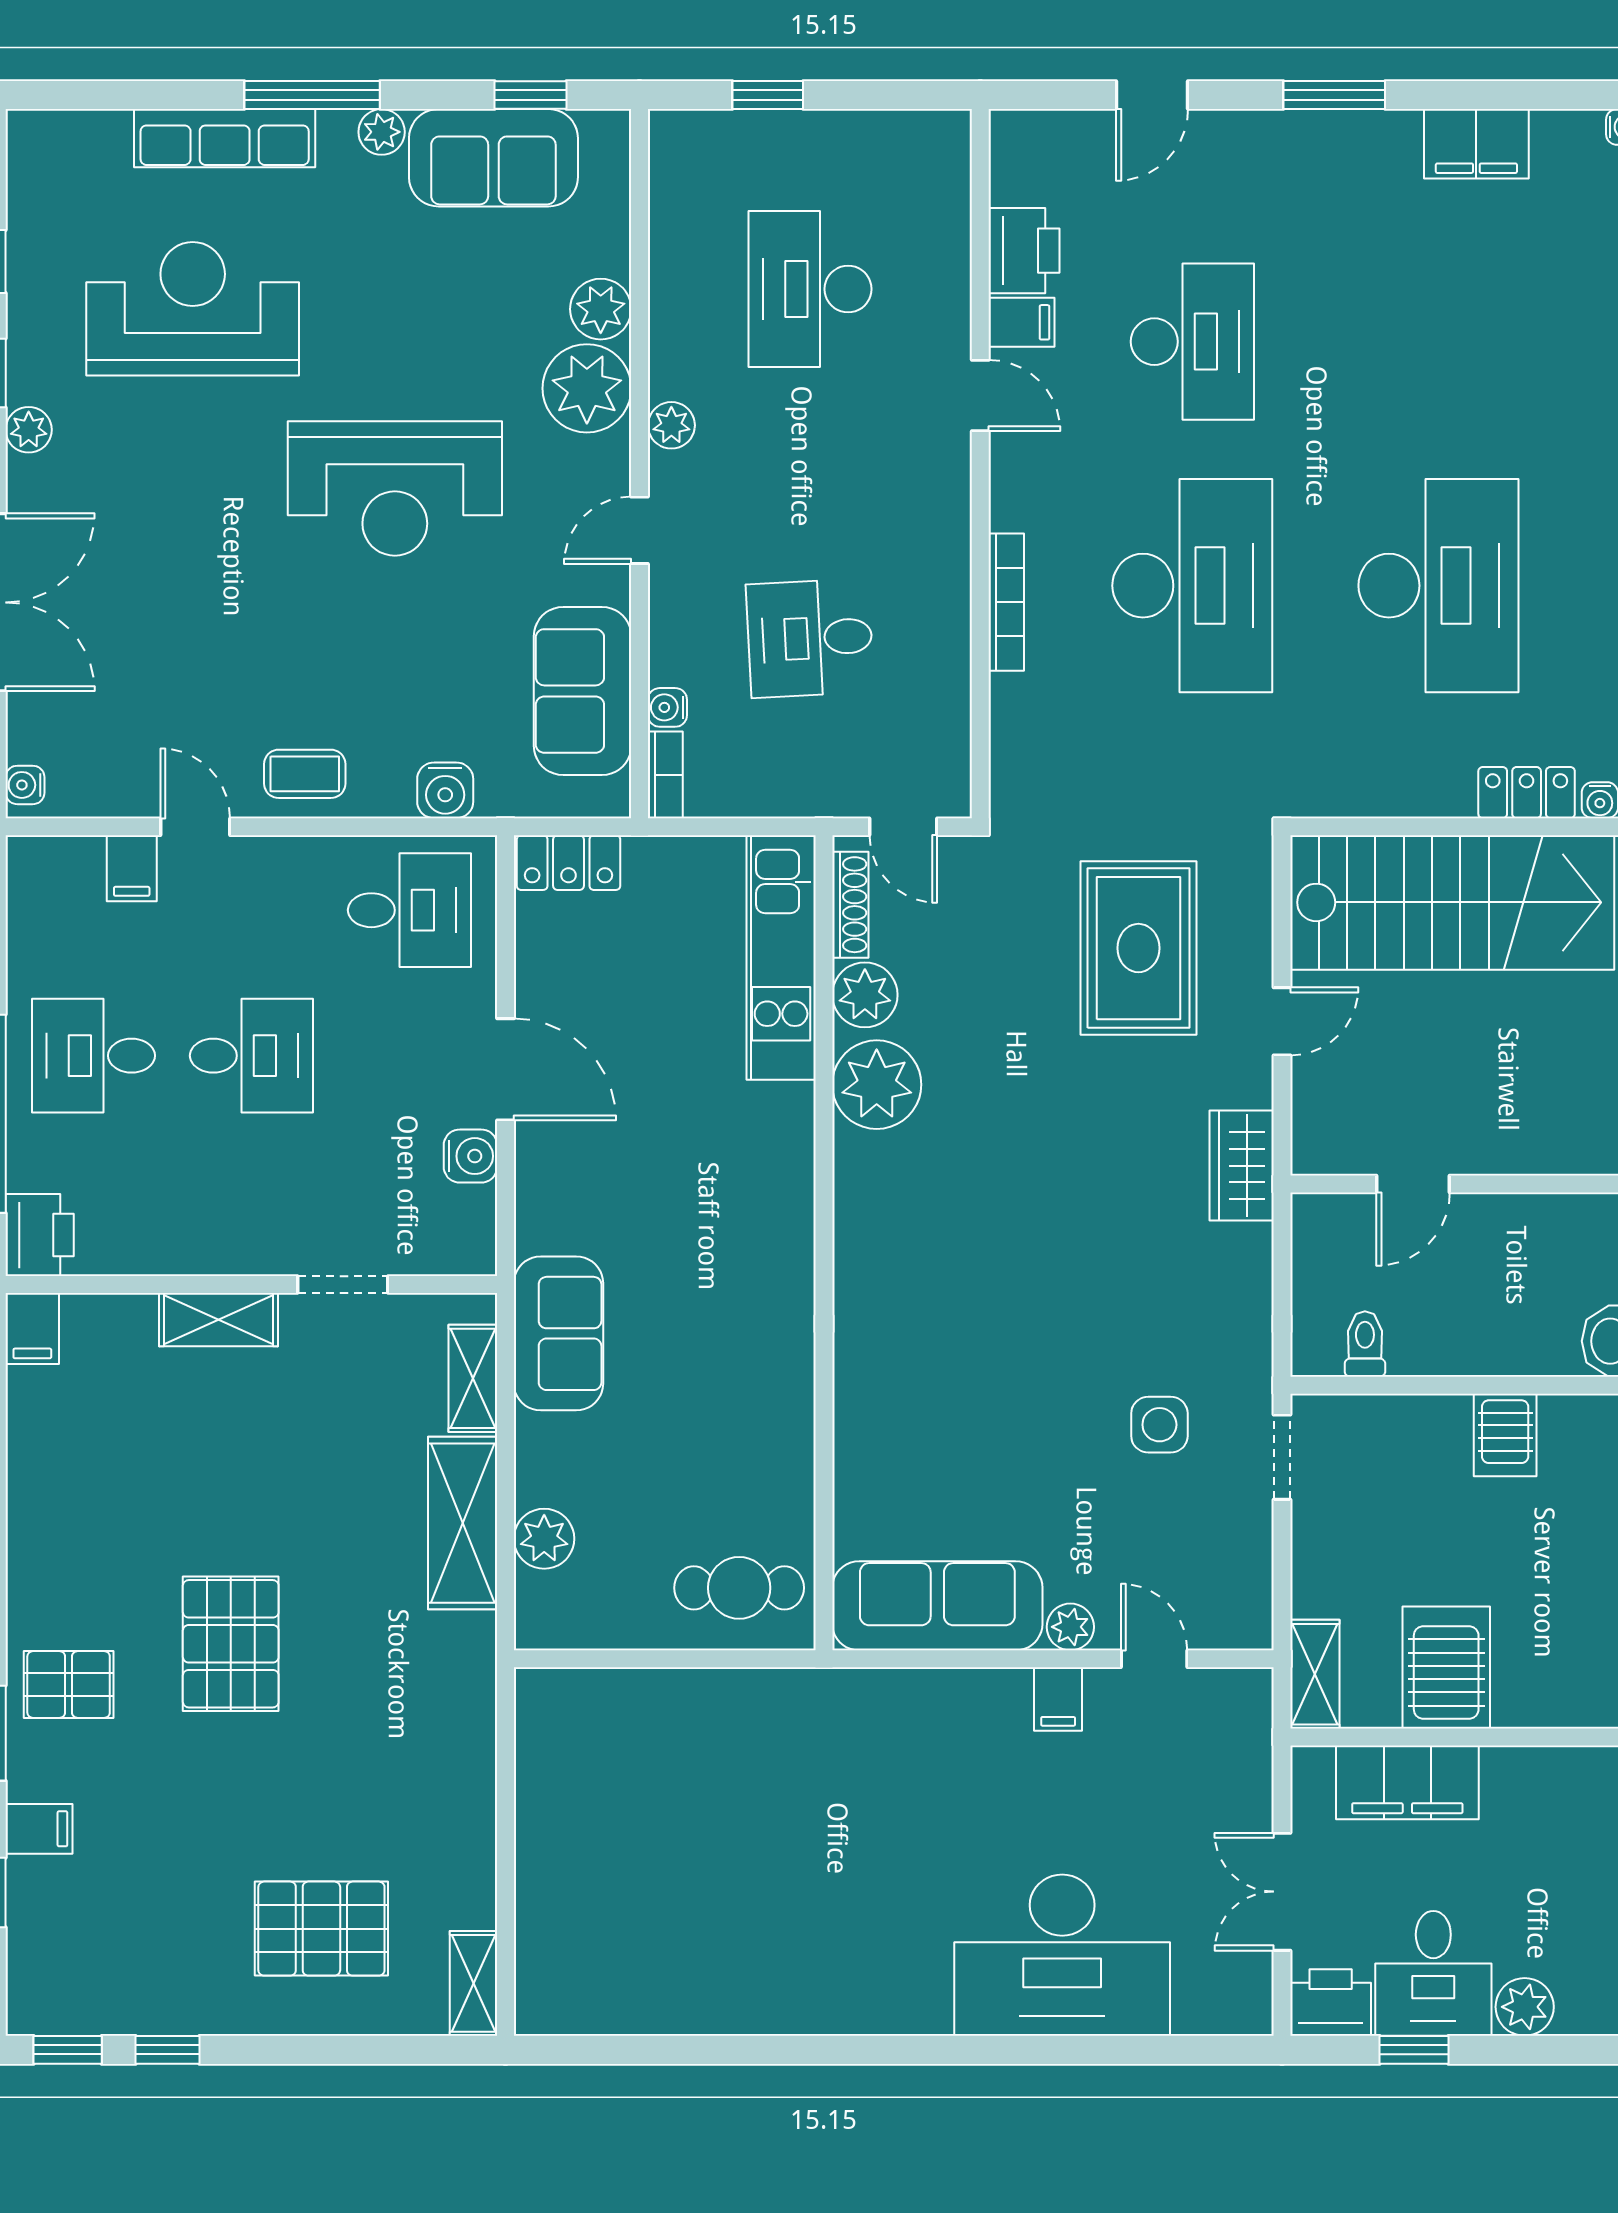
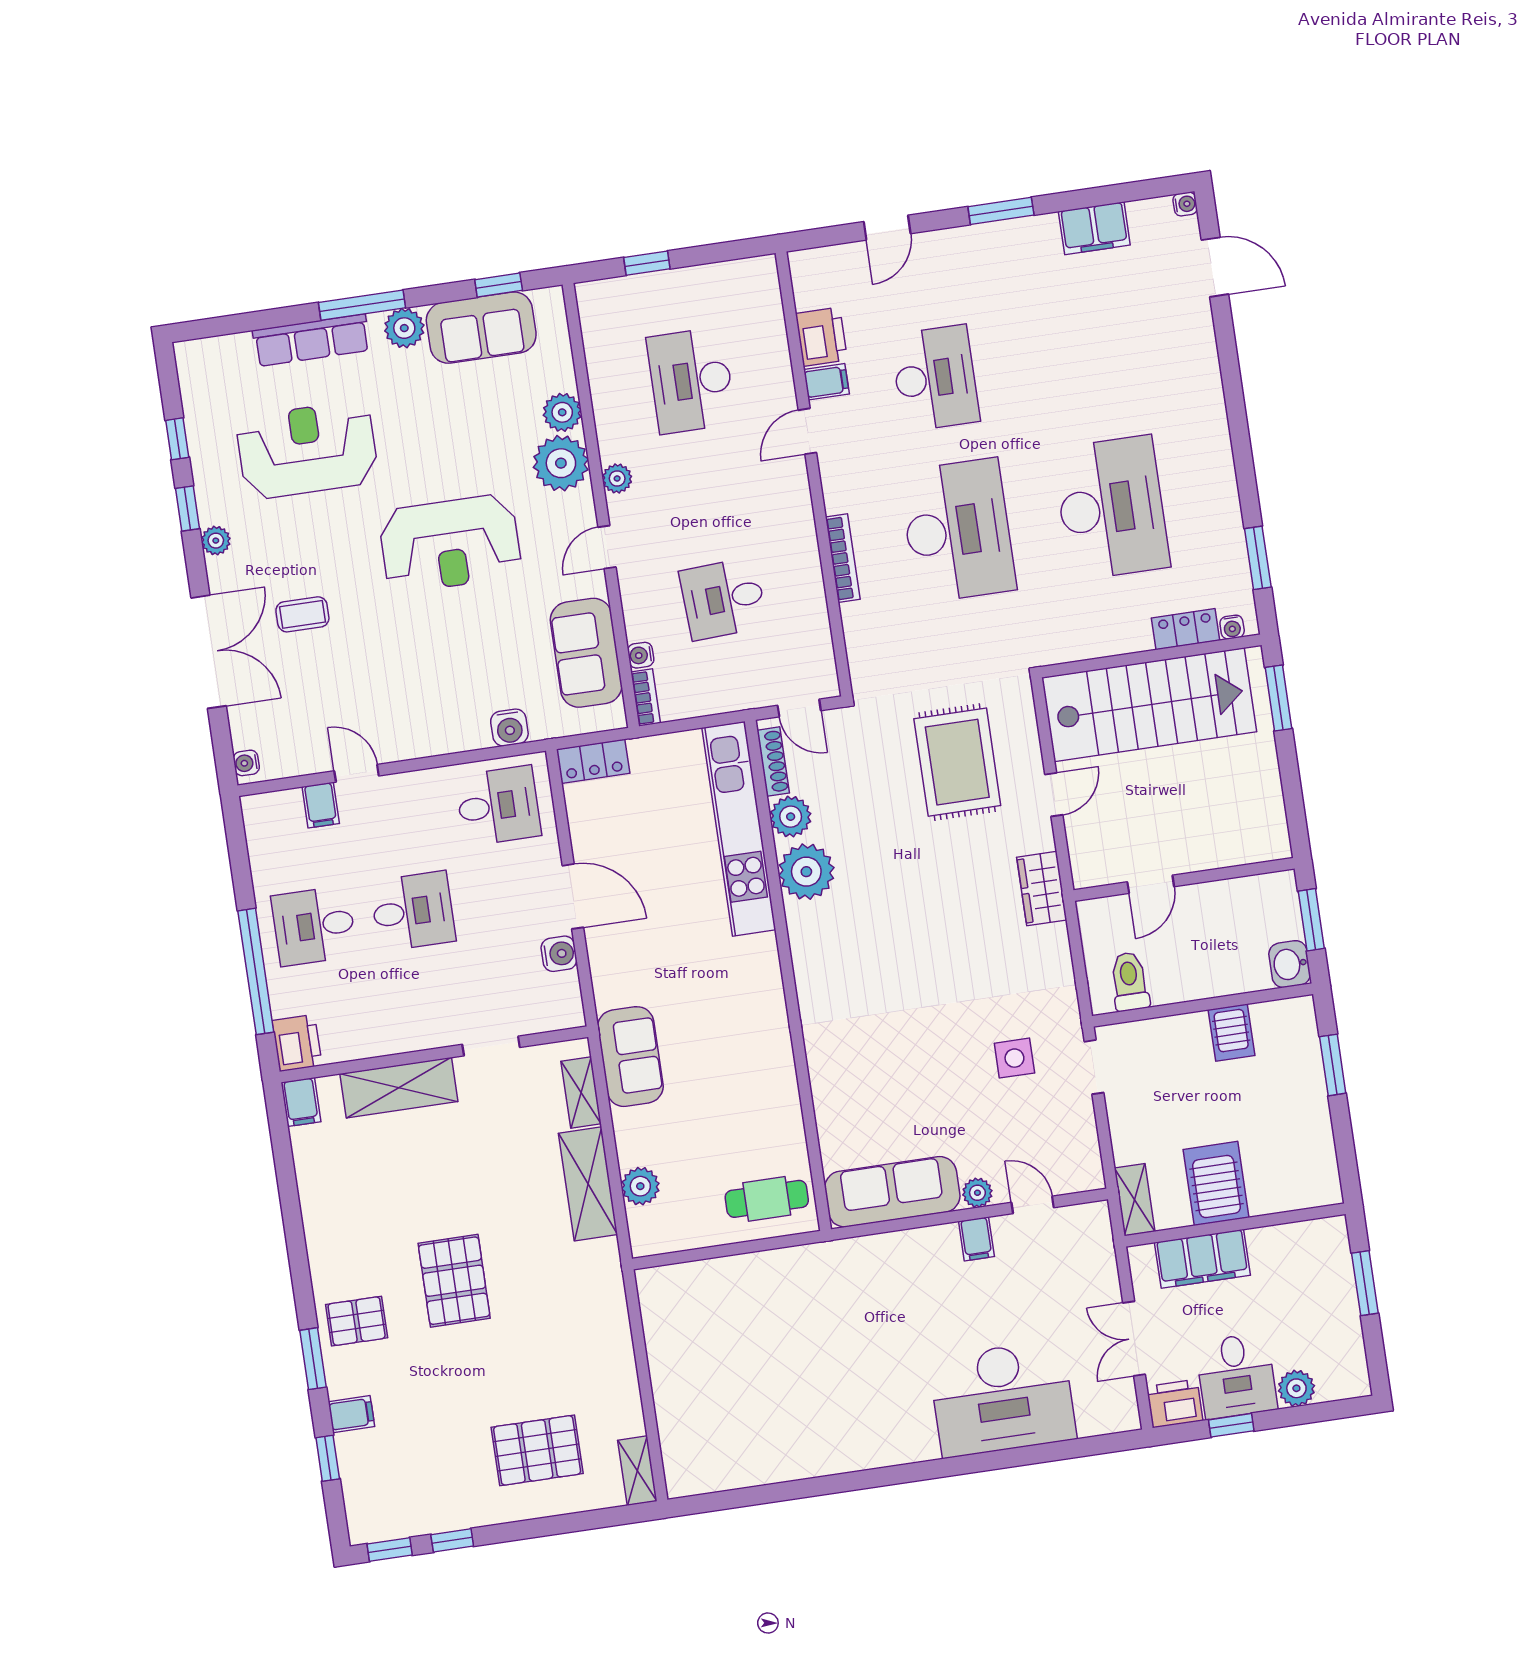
plant: (382, 132) -> (404, 328), width x1.38, depth x1.38
door: (980, 396) -> (807, 431), swing flipped
coffee table: (305, 774) -> (302, 614), moved
kitchen unit: (781, 957) -> (739, 829), width x1.36
shelving: (219, 1320) -> (399, 1088), width x1.50, depth x1.33
toilet: (1365, 1344) -> (1130, 981), width x1.37, depth x1.39

